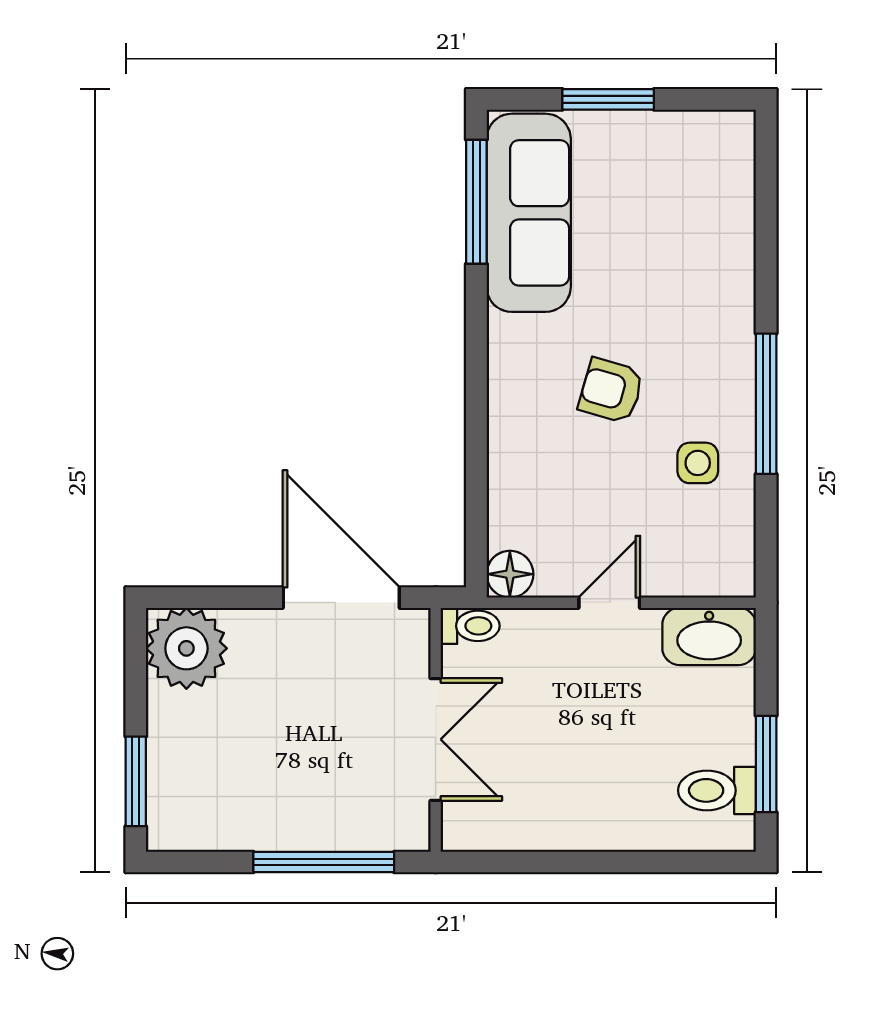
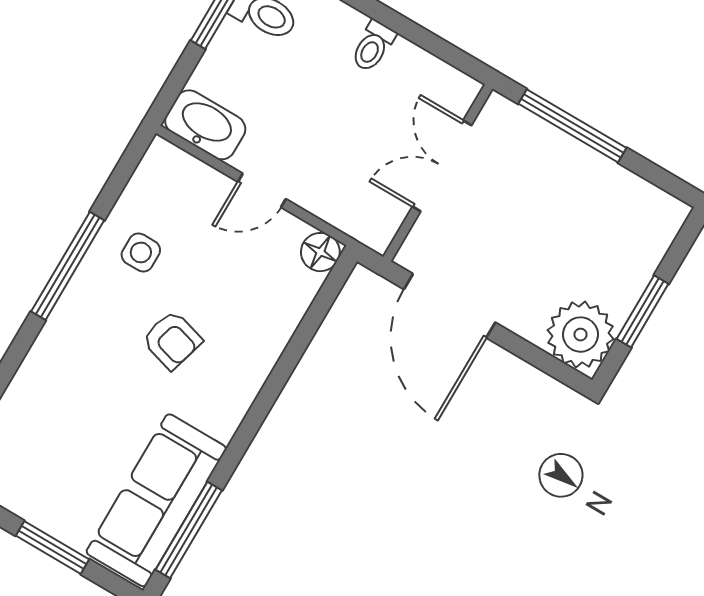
toilet: (470, 626) -> (373, 46), moved, turned -90
window: (136, 781) -> (643, 311), moved

